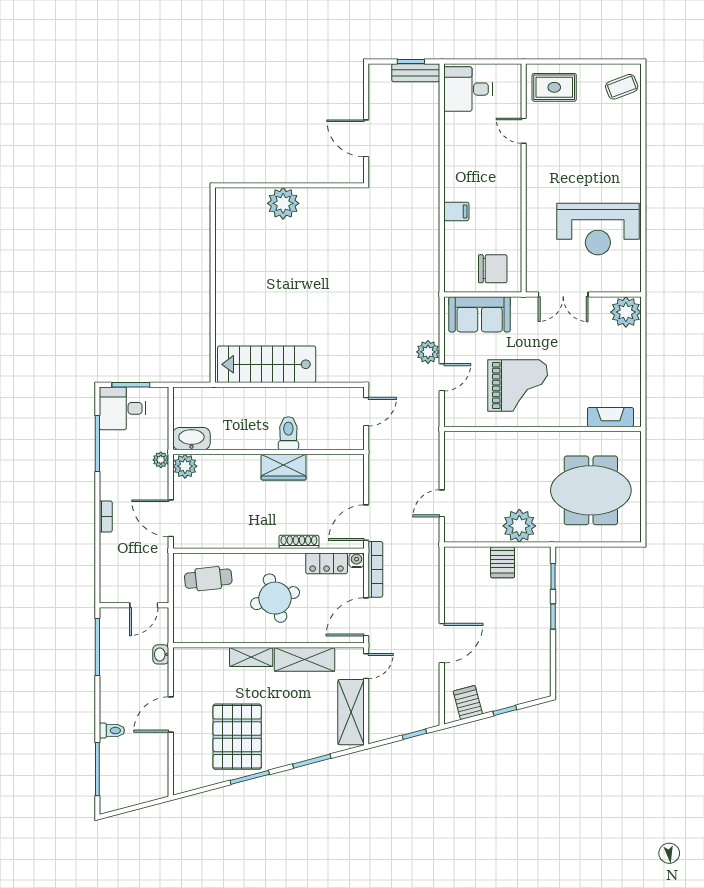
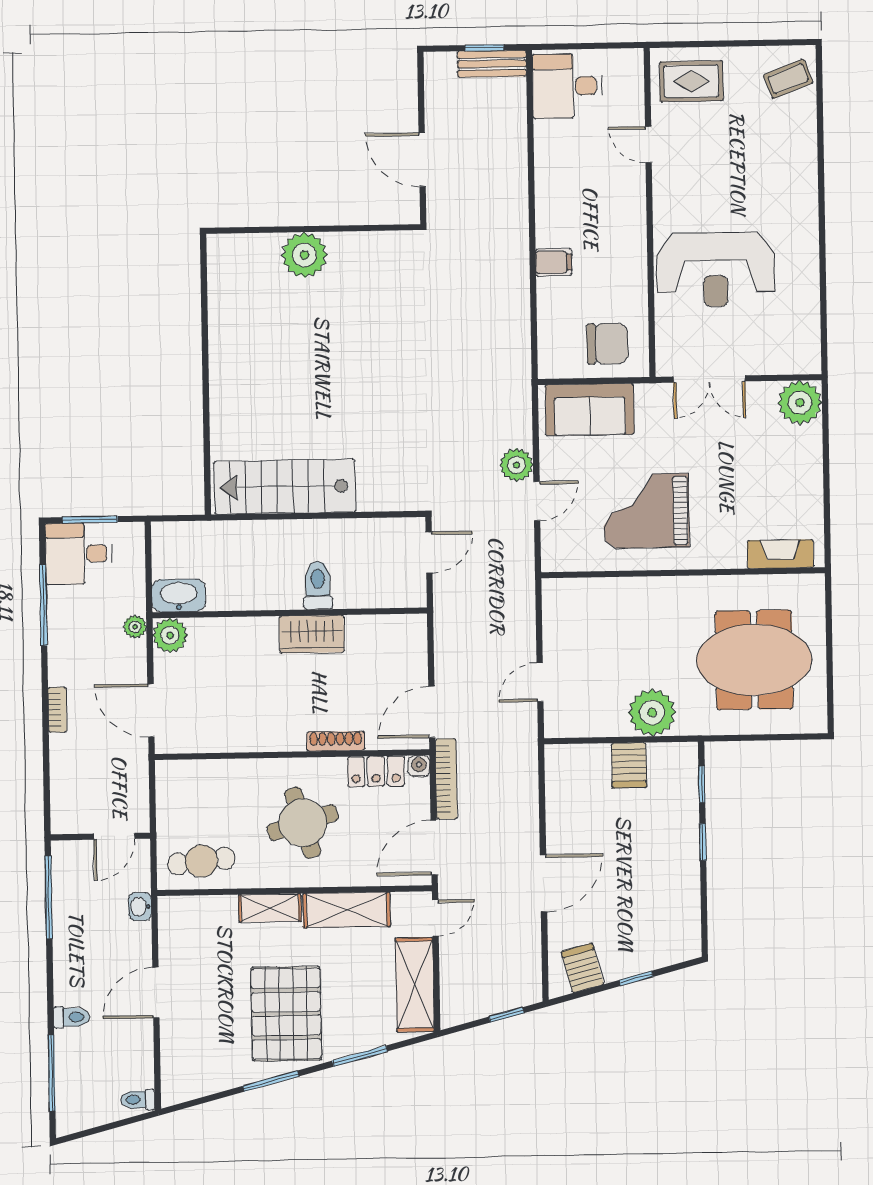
reception desk: (598, 229) -> (716, 270), moved
grand piano: (518, 385) -> (646, 511), turned 180
cafe table: (208, 579) -> (201, 861), moved
pallet: (237, 737) -> (286, 1014), moved
toilet: (157, 789) -> (138, 1100), added

